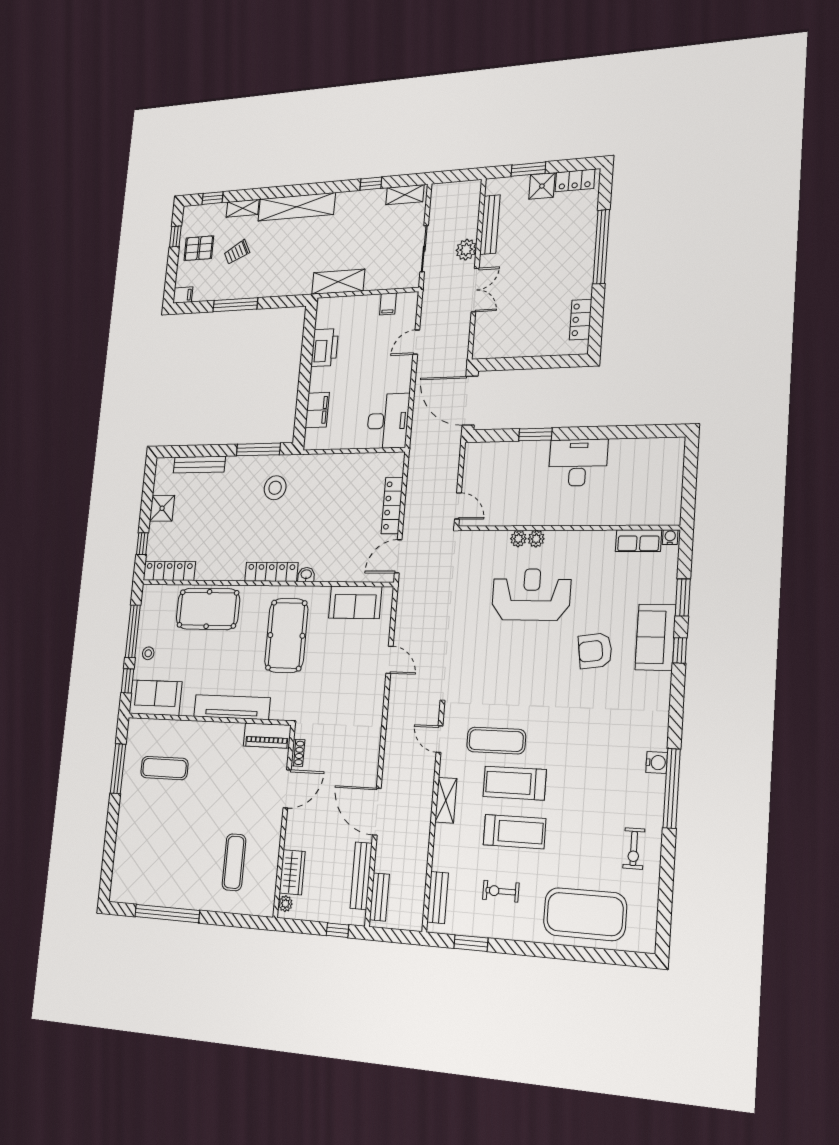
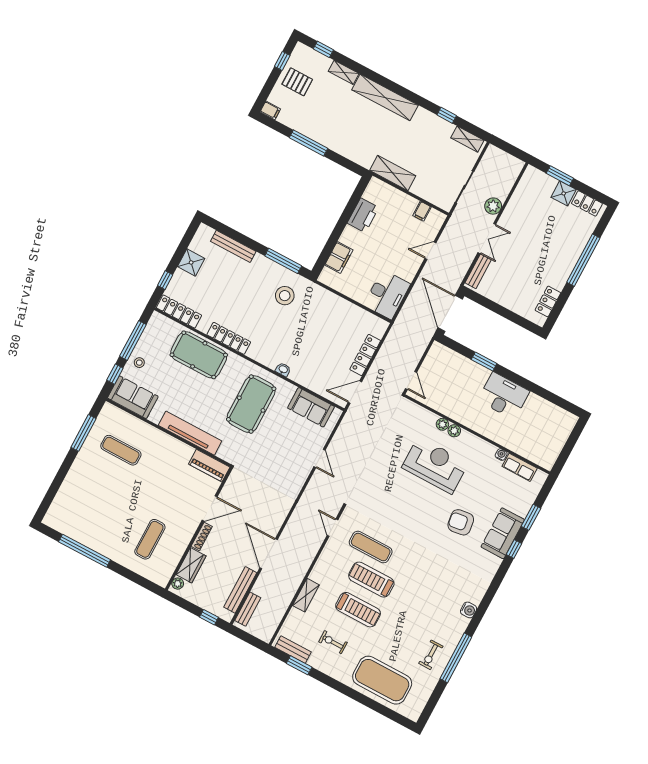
bench: (490, 225) -> (478, 271), moved, width x0.73
trolley: (237, 252) -> (326, 103), removed
water cooler: (670, 537) -> (501, 455), moved
locker: (271, 572) -> (229, 338), moved
shoe rack: (298, 753) -> (202, 536), moved, width x1.43
window: (672, 788) -> (456, 658), moved
shelving: (446, 800) -> (306, 595), moved
bench: (438, 897) -> (293, 650), moved, turned 90

